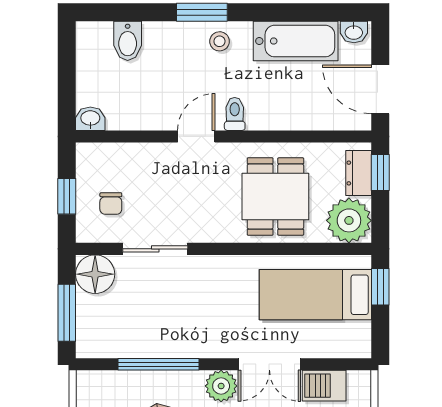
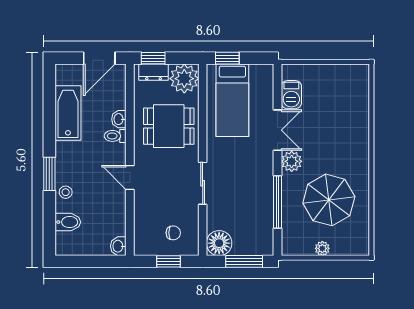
washbasin: (354, 32) -> (119, 119), moved, turned 180
stool: (220, 41) -> (66, 192), moved
toilet: (235, 114) -> (115, 136), moved
sliding door: (155, 249) -> (203, 183), moved

